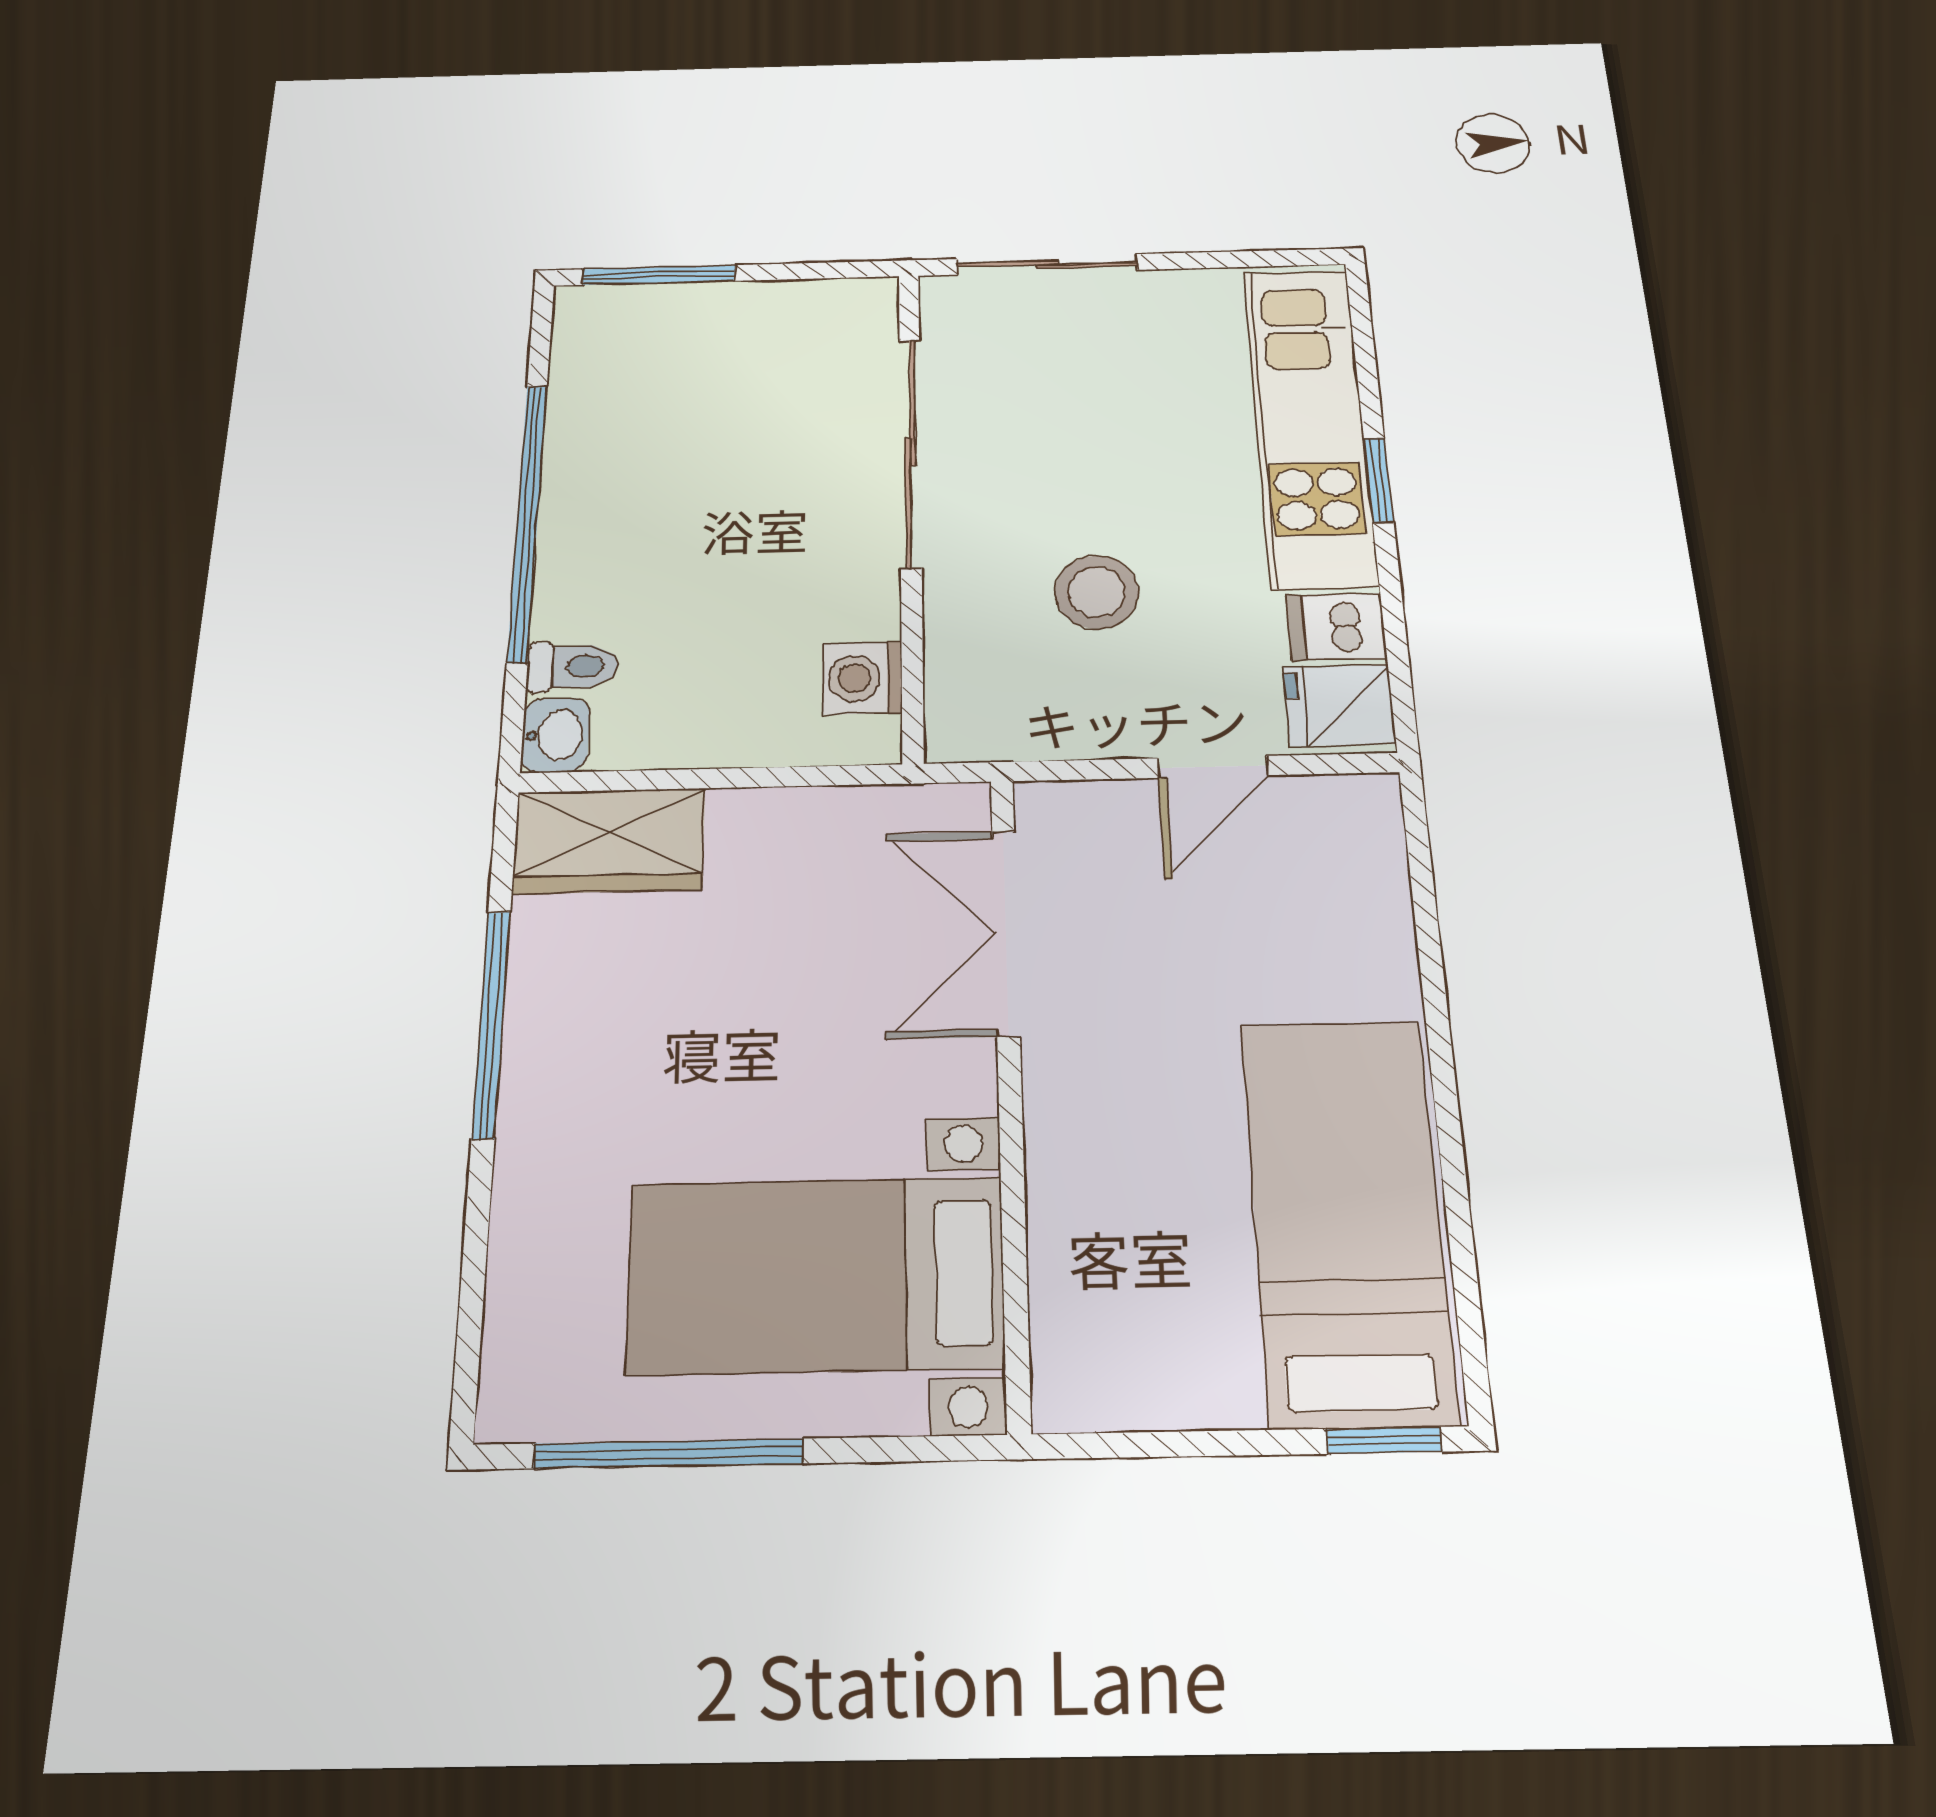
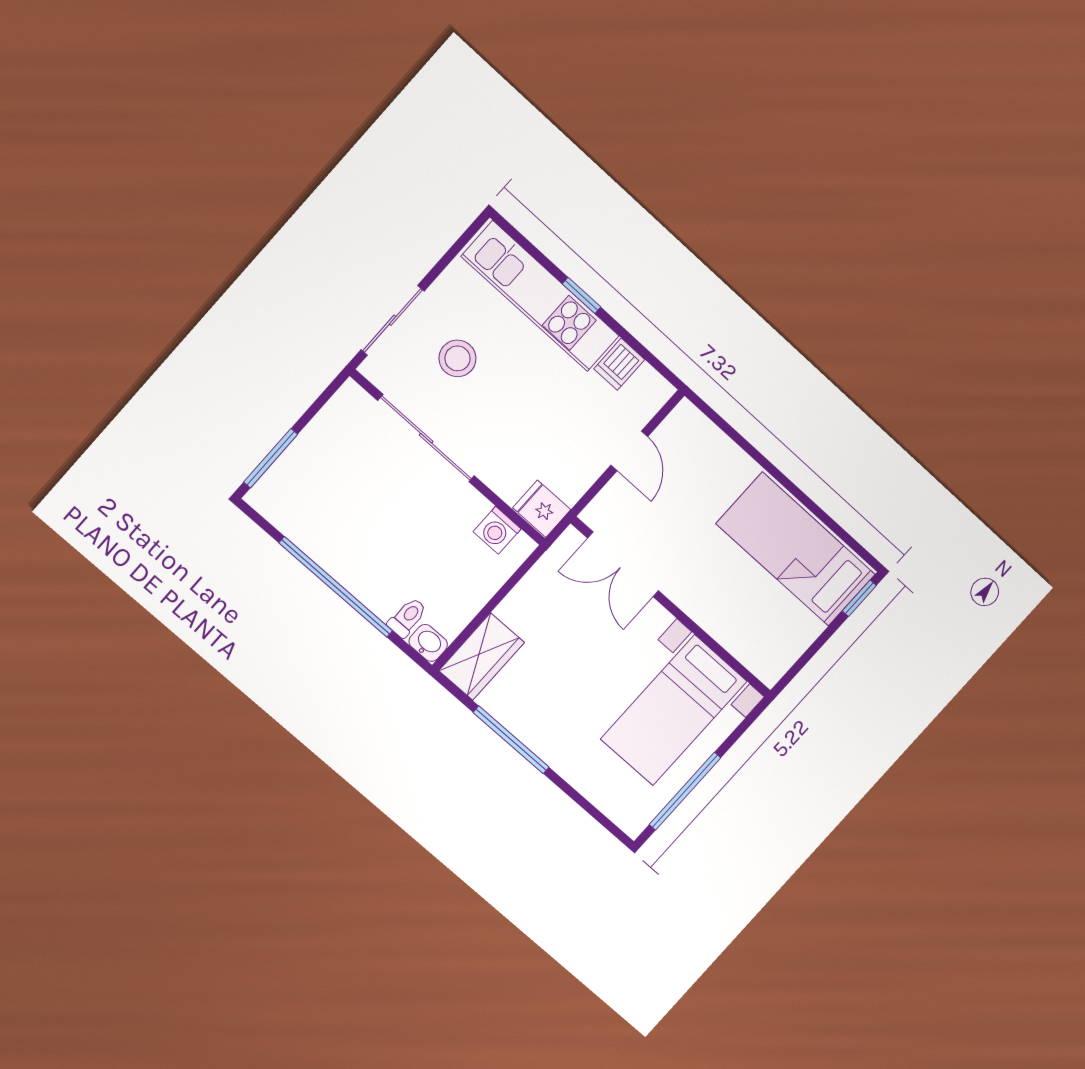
stool: (1097, 592) -> (457, 358), moved
fridge: (1339, 705) -> (542, 509), moved, turned 90

